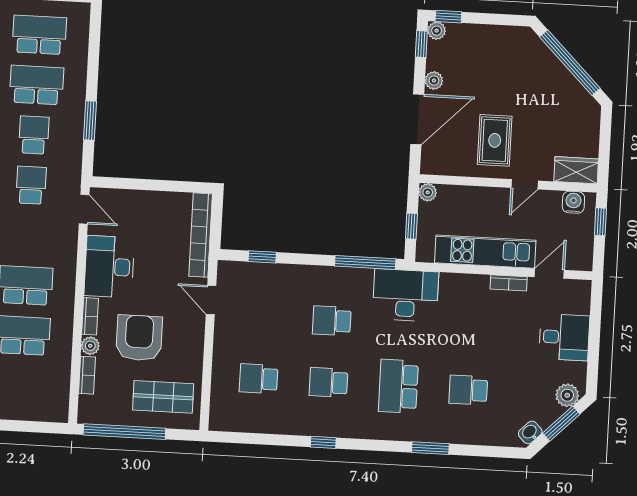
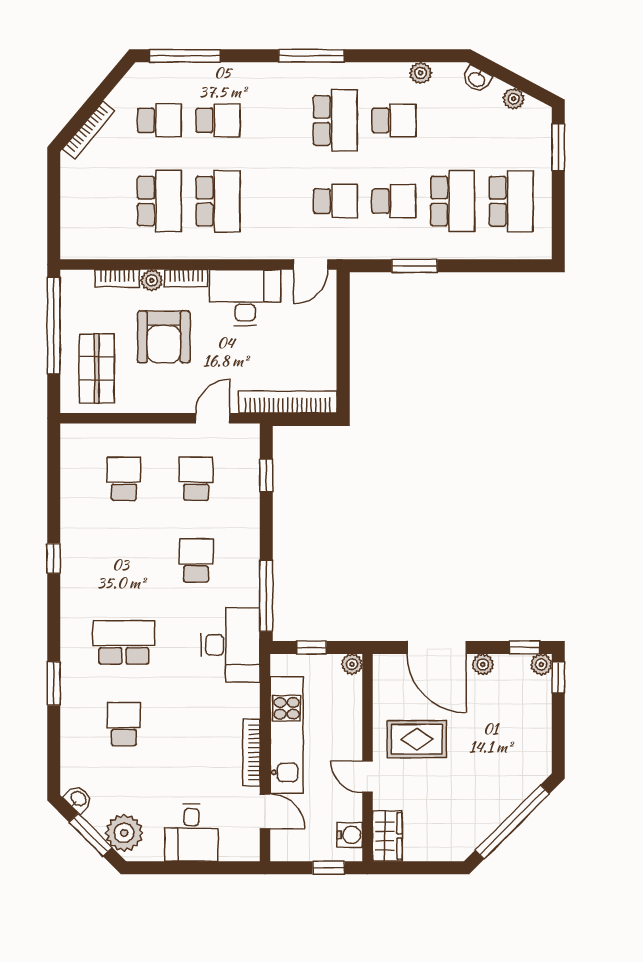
bookcase: (509, 283) -> (251, 753), width x1.56
armchair: (139, 338) -> (164, 337), turned 90
school desk: (328, 382) -> (196, 479), moved
plant: (567, 395) -> (124, 833), width x1.36, depth x1.36

